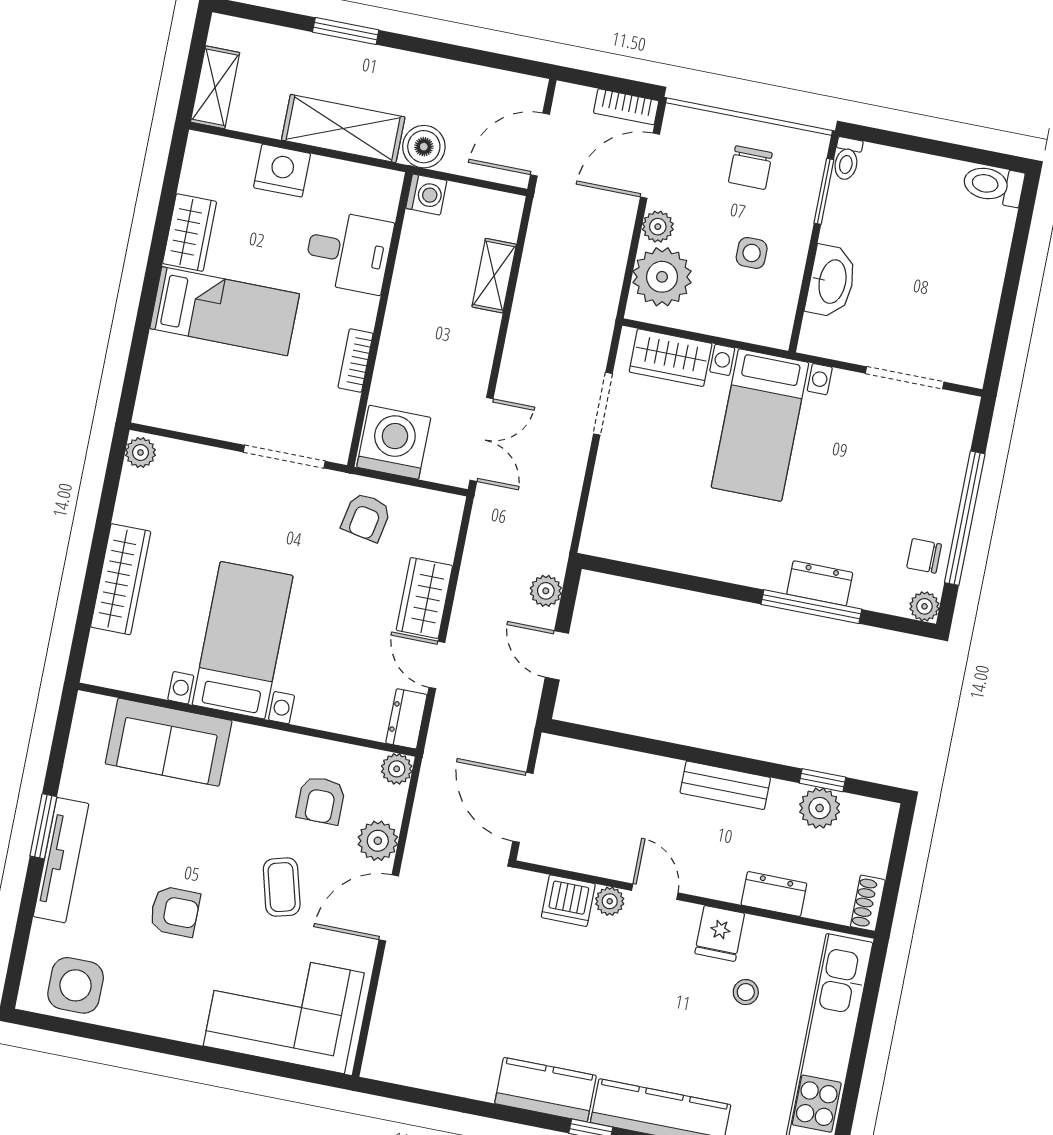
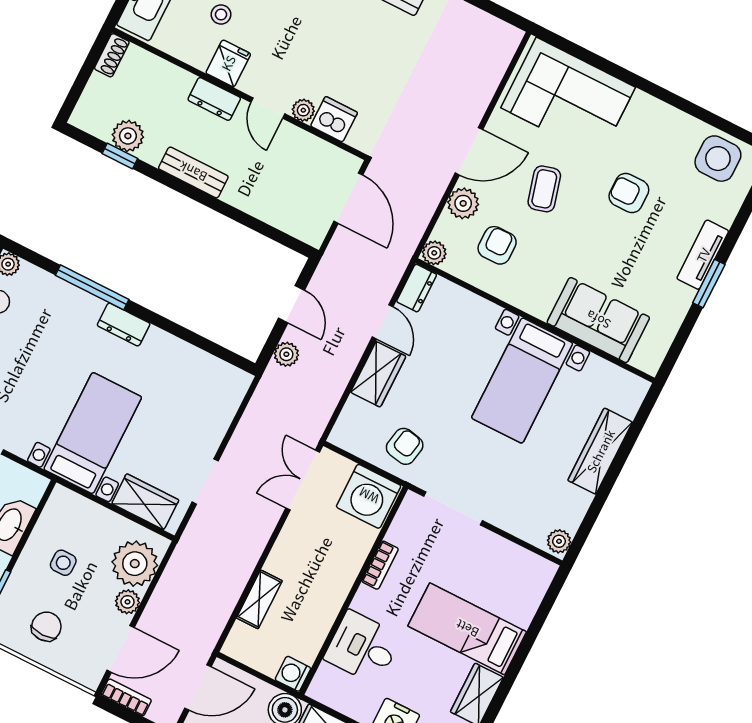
dresser: (820, 583) -> (124, 324), moved
tv unit: (61, 860) -> (703, 255), width x0.71
dresser: (774, 894) -> (214, 99), moved

